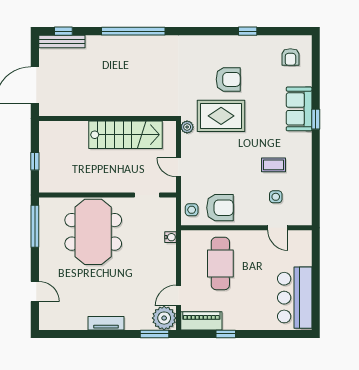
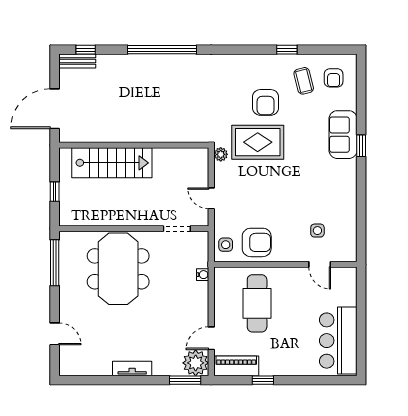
bench: (62, 41) -> (77, 61), width x0.73
armchair: (228, 79) -> (266, 102), turned 90
stairs: (126, 135) -> (112, 163), moved
coffee table: (274, 165) -> (304, 81), moved, turned 76

